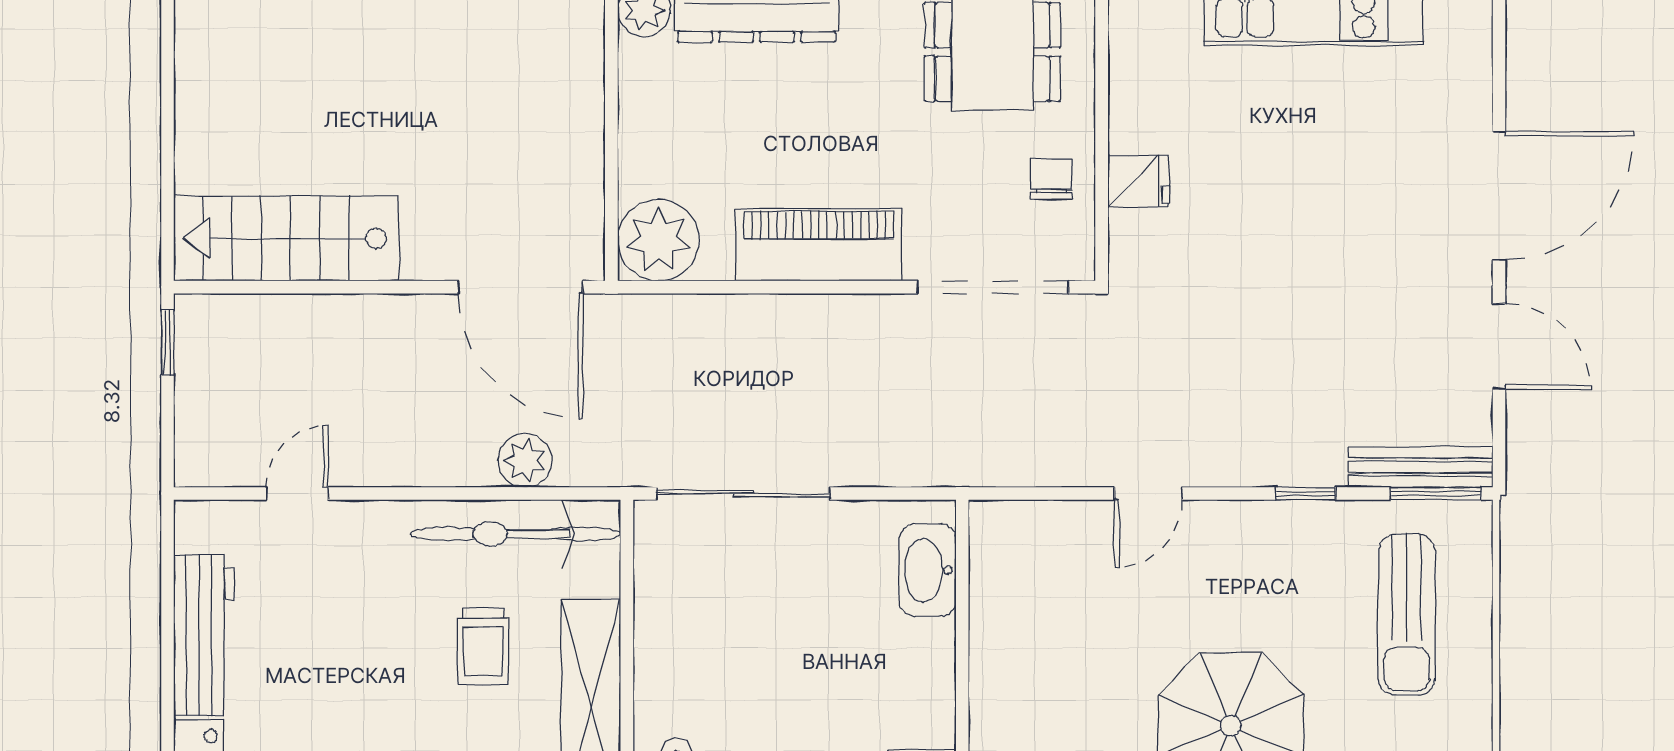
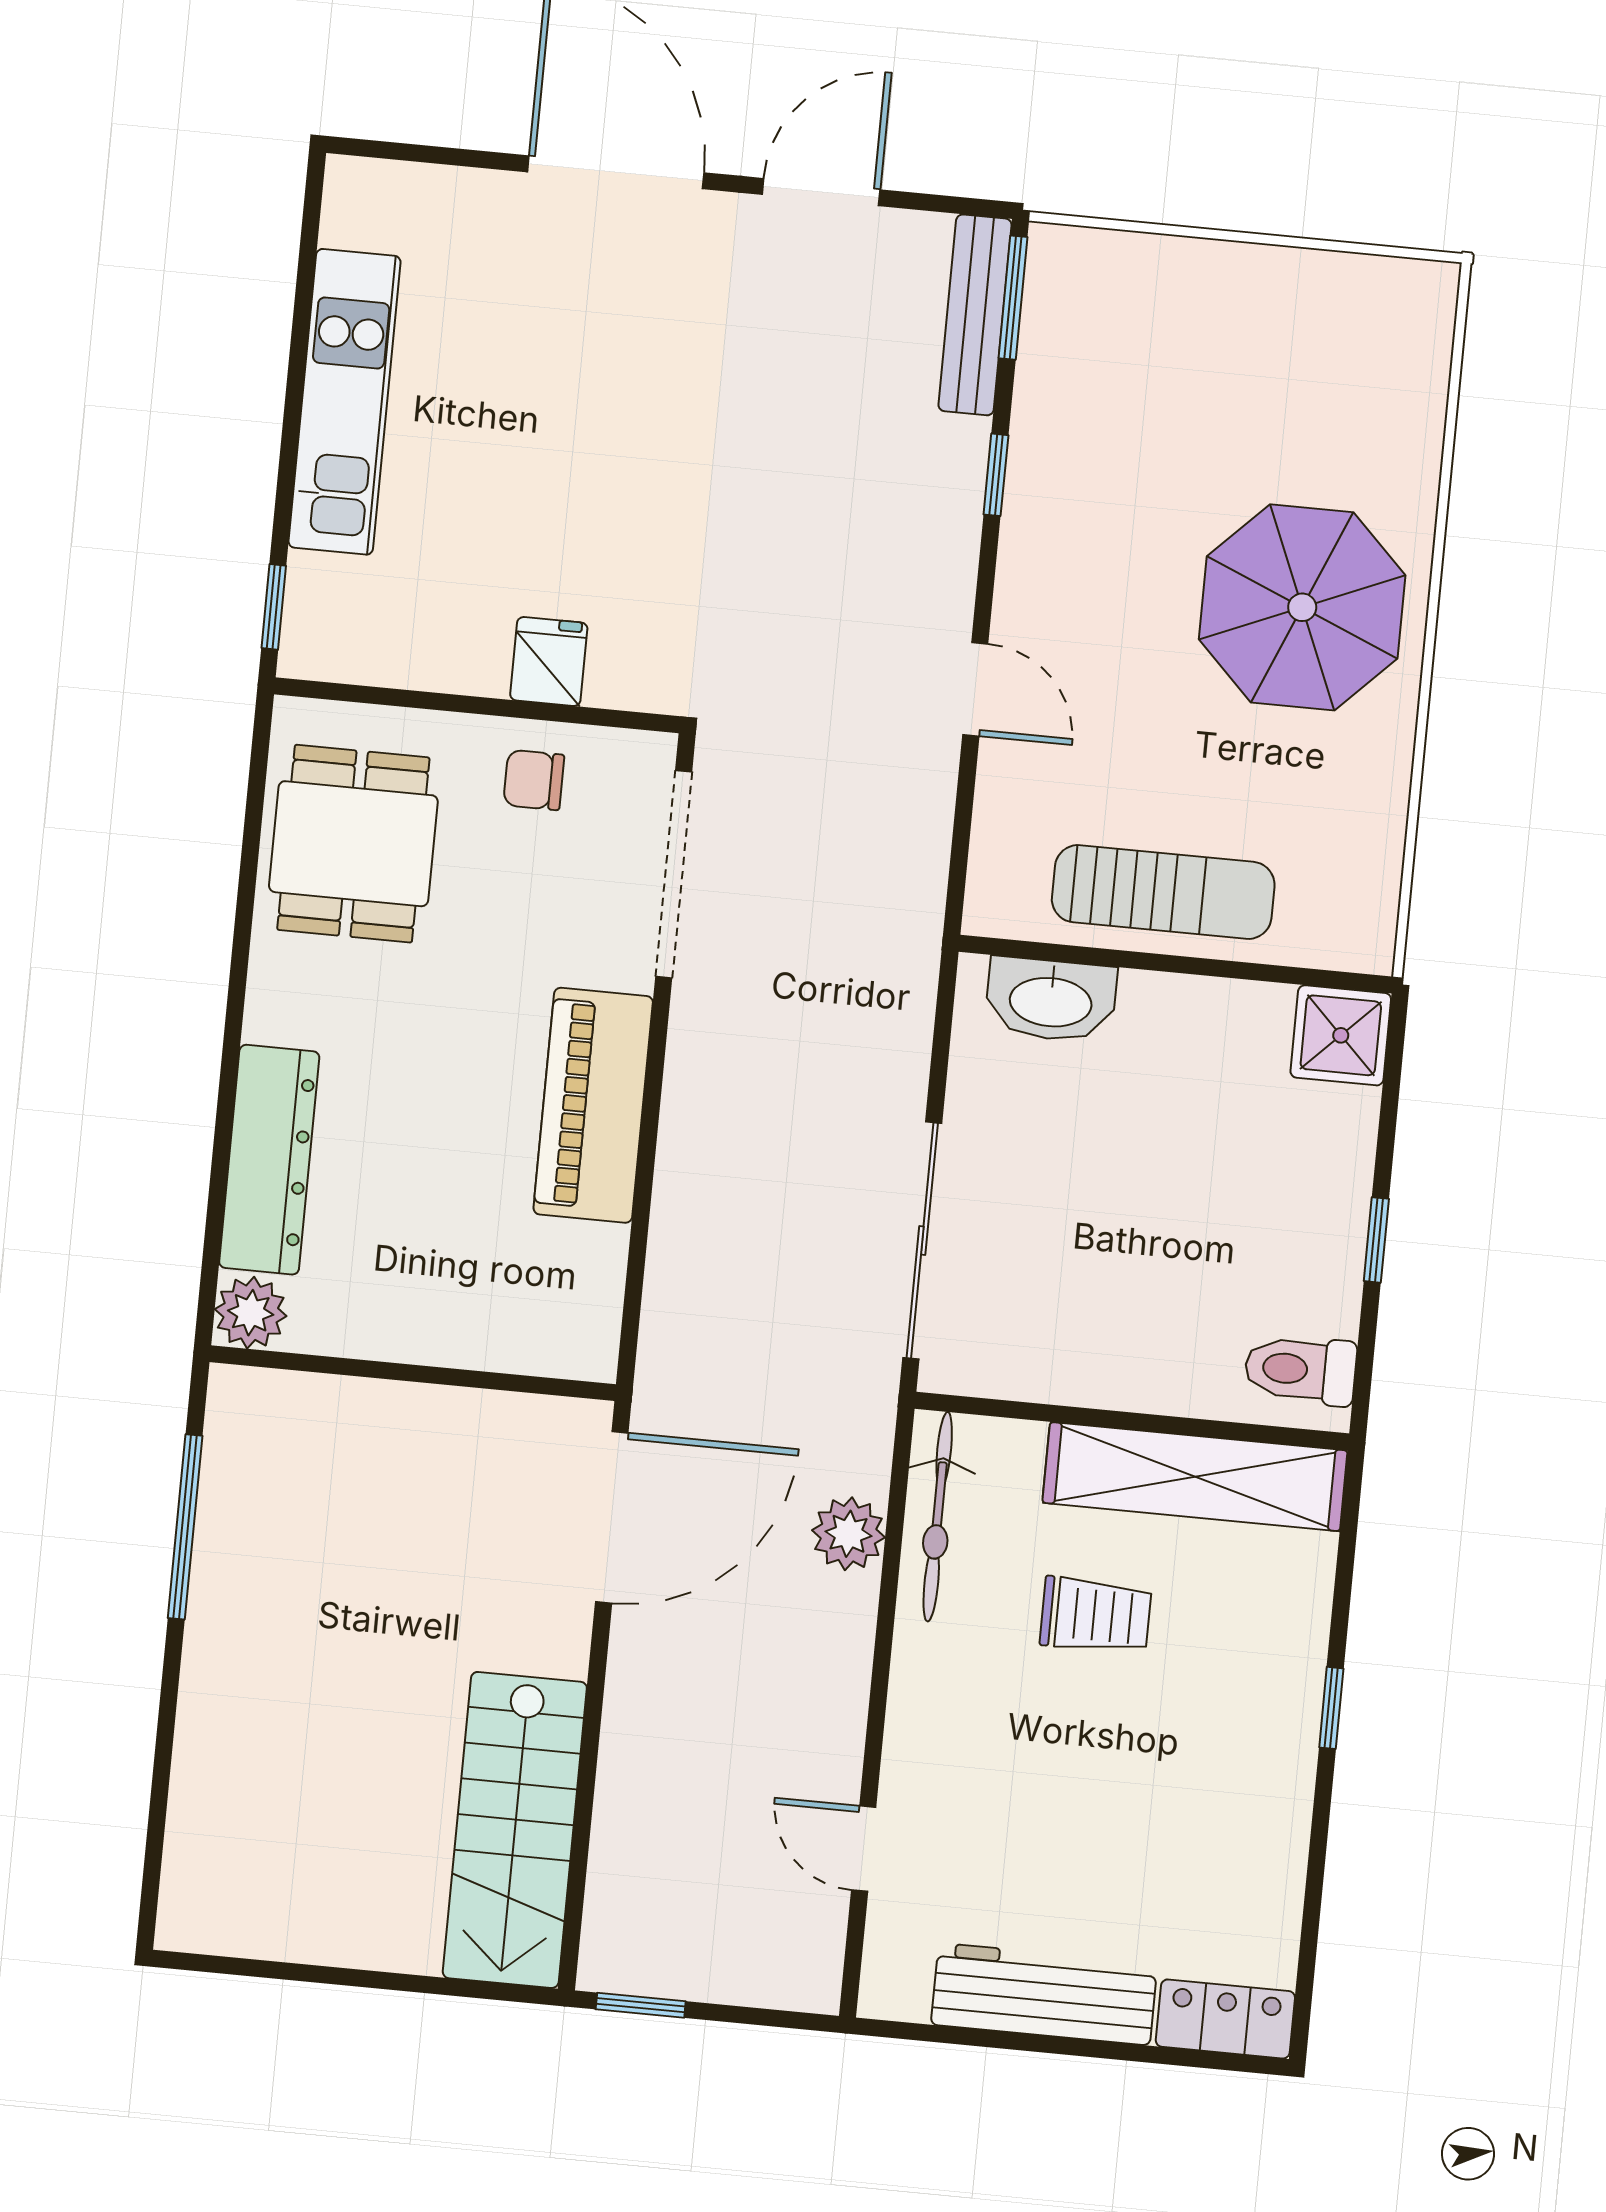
plant: (658, 240) -> (566, 1323), removed
bicycle: (515, 534) -> (938, 1517), width x0.73, depth x0.71
sun lounger: (1407, 615) -> (1163, 892), moved

